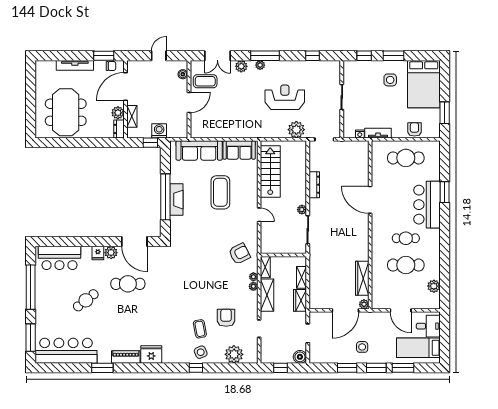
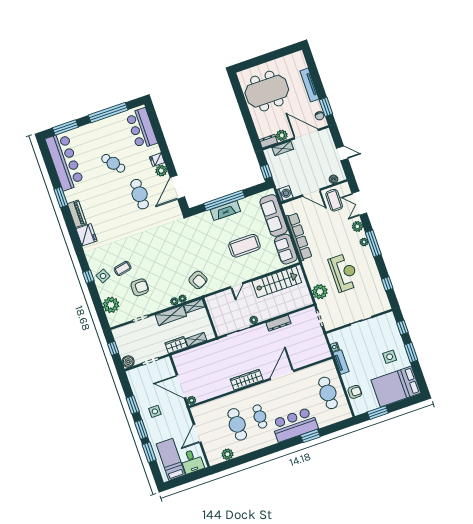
washing machine: (159, 131) -> (285, 194), moved
row of seats: (231, 132) -> (299, 237), added
wardrobe: (362, 278) -> (247, 380), moved

